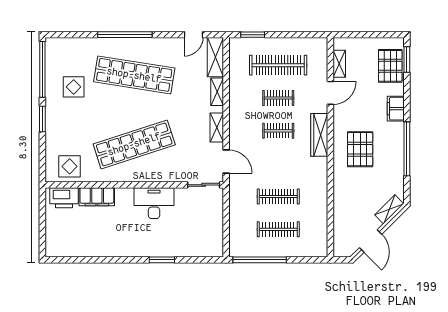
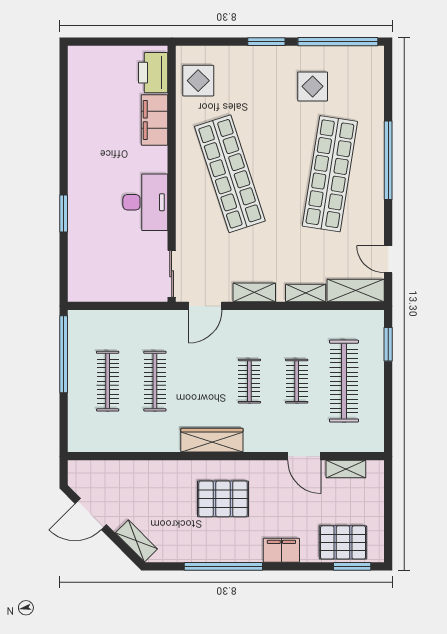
wardrobe: (319, 135) -> (212, 440), moved

